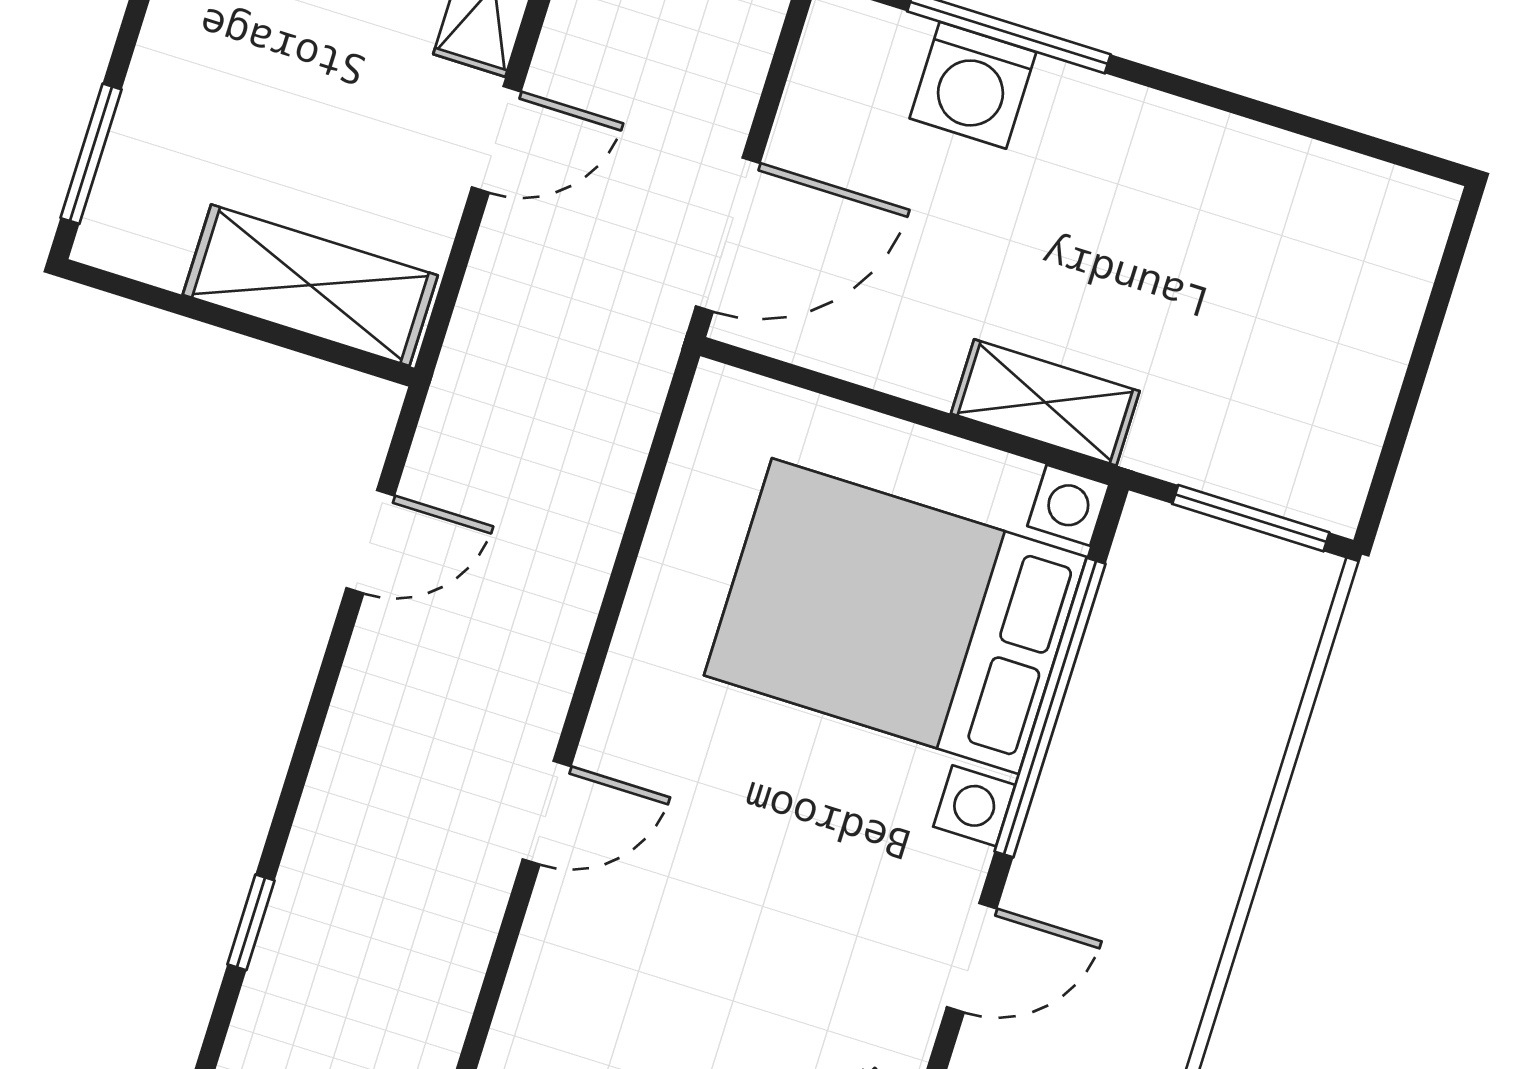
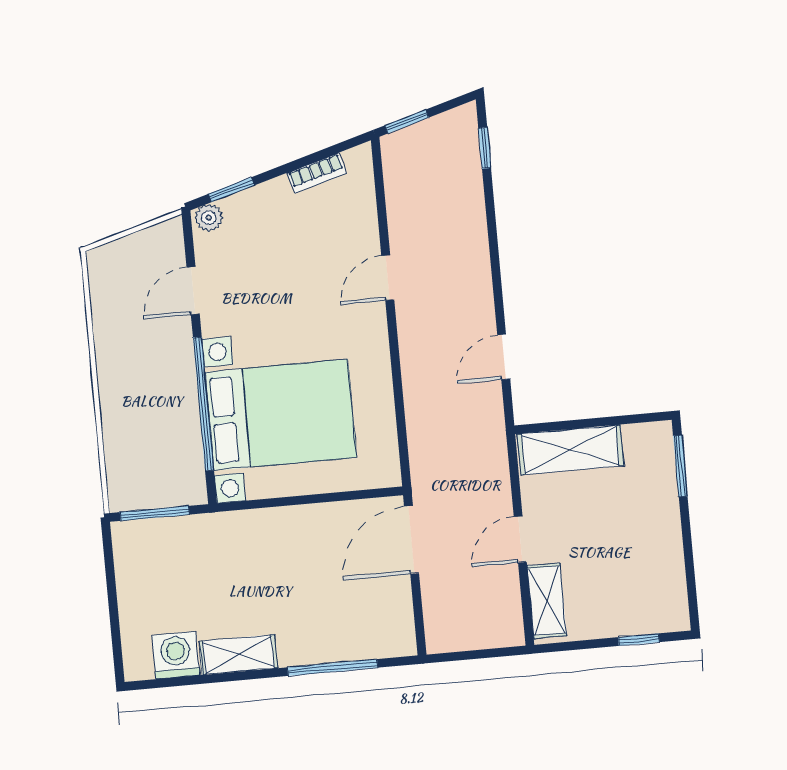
washing machine: (973, 85) -> (176, 655), moved
shelving: (1045, 402) -> (238, 655), moved
window: (251, 922) -> (485, 148), moved

